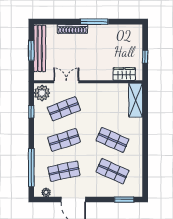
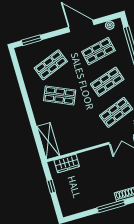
shop shelf: (112, 171) -> (51, 65), turned -45

